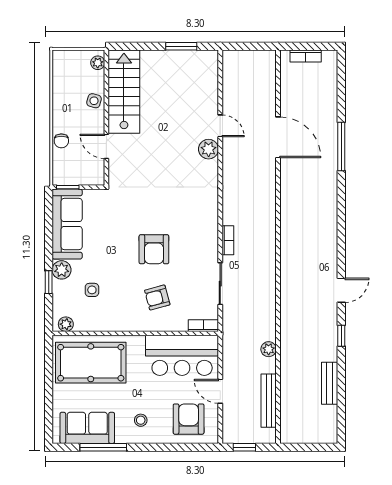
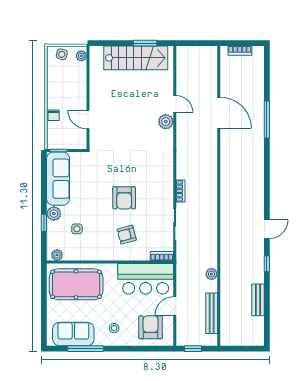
stairs: (124, 92) -> (136, 58), moved, turned 90
side table: (94, 101) -> (62, 54), moved
door: (220, 391) -> (175, 306), hinge flipped

